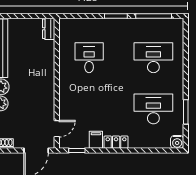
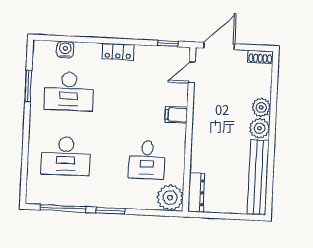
dresser: (49, 29) -> (196, 193), width x1.44
plant: (69, 29) -> (170, 198), added
filing cabinet: (96, 140) -> (176, 115), moved, turned 90
water cooler: (177, 142) -> (65, 50), moved

